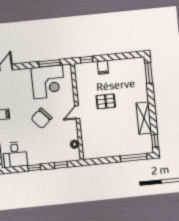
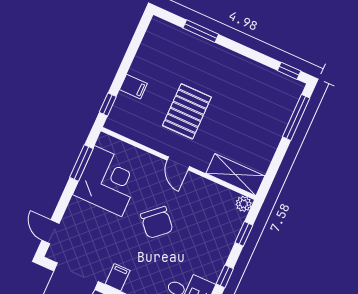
window: (149, 73) -> (201, 31), moved
pallet: (106, 101) -> (187, 111), width x1.50, depth x1.42
shelving: (144, 118) -> (235, 175), moved
plant: (75, 144) -> (244, 204), moved

